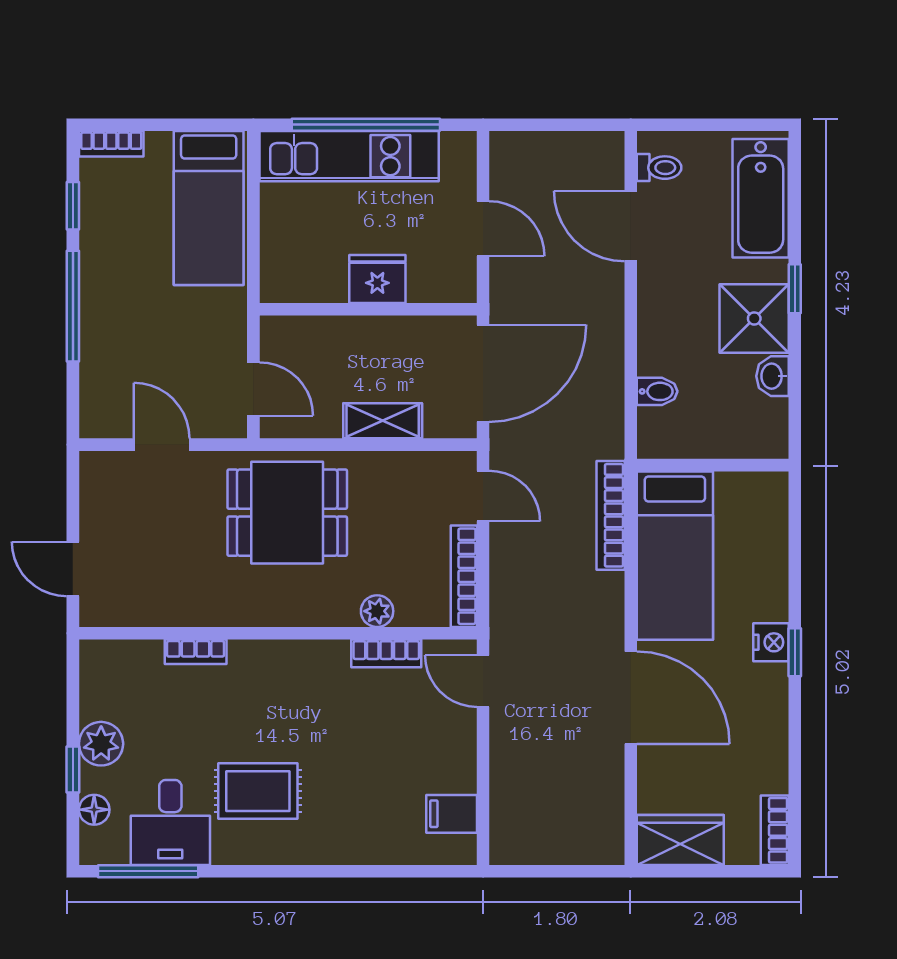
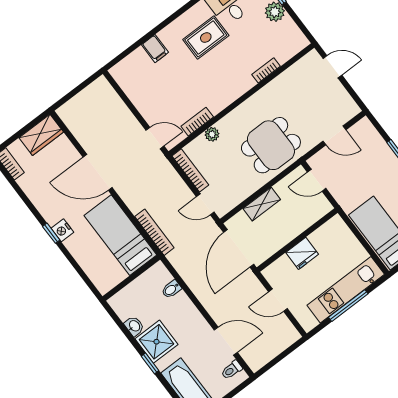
window: (366, 125) -> (348, 306), width x0.68
filing cabinet: (452, 814) -> (155, 49), moved, turned 90

